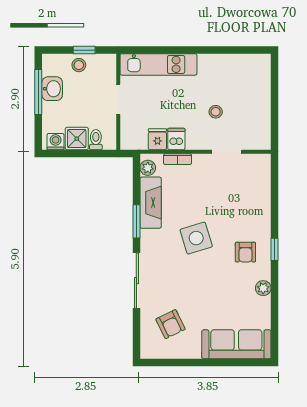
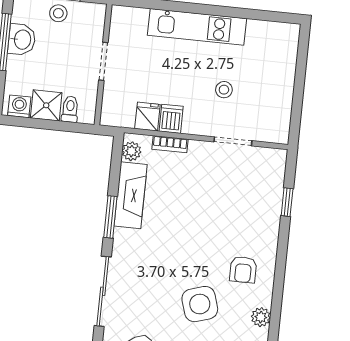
kitchen unit: (158, 64) -> (197, 27), moved
side table: (196, 238) -> (200, 304), moved
window: (275, 249) -> (287, 202), moved

